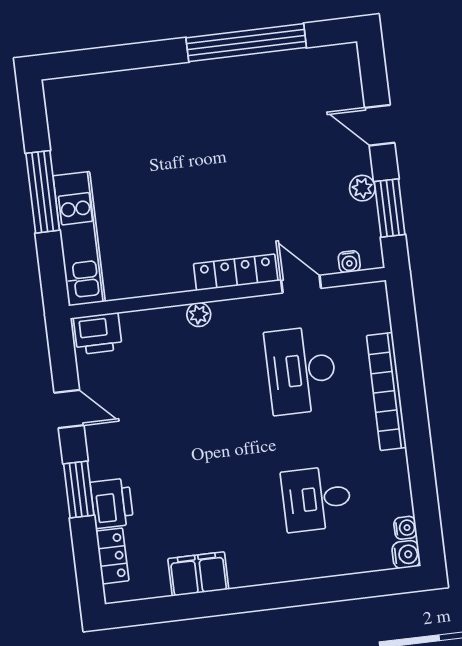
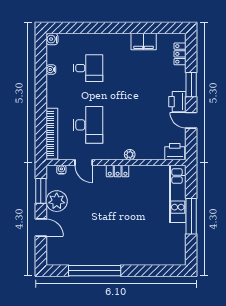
plant: (362, 188) -> (57, 201), width x1.87, depth x1.87
locker: (236, 272) -> (118, 171), width x0.66
bookcase: (387, 392) -> (52, 134), moved
printer: (112, 503) -> (177, 102), moved
water cooler: (405, 528) -> (51, 70), moved

